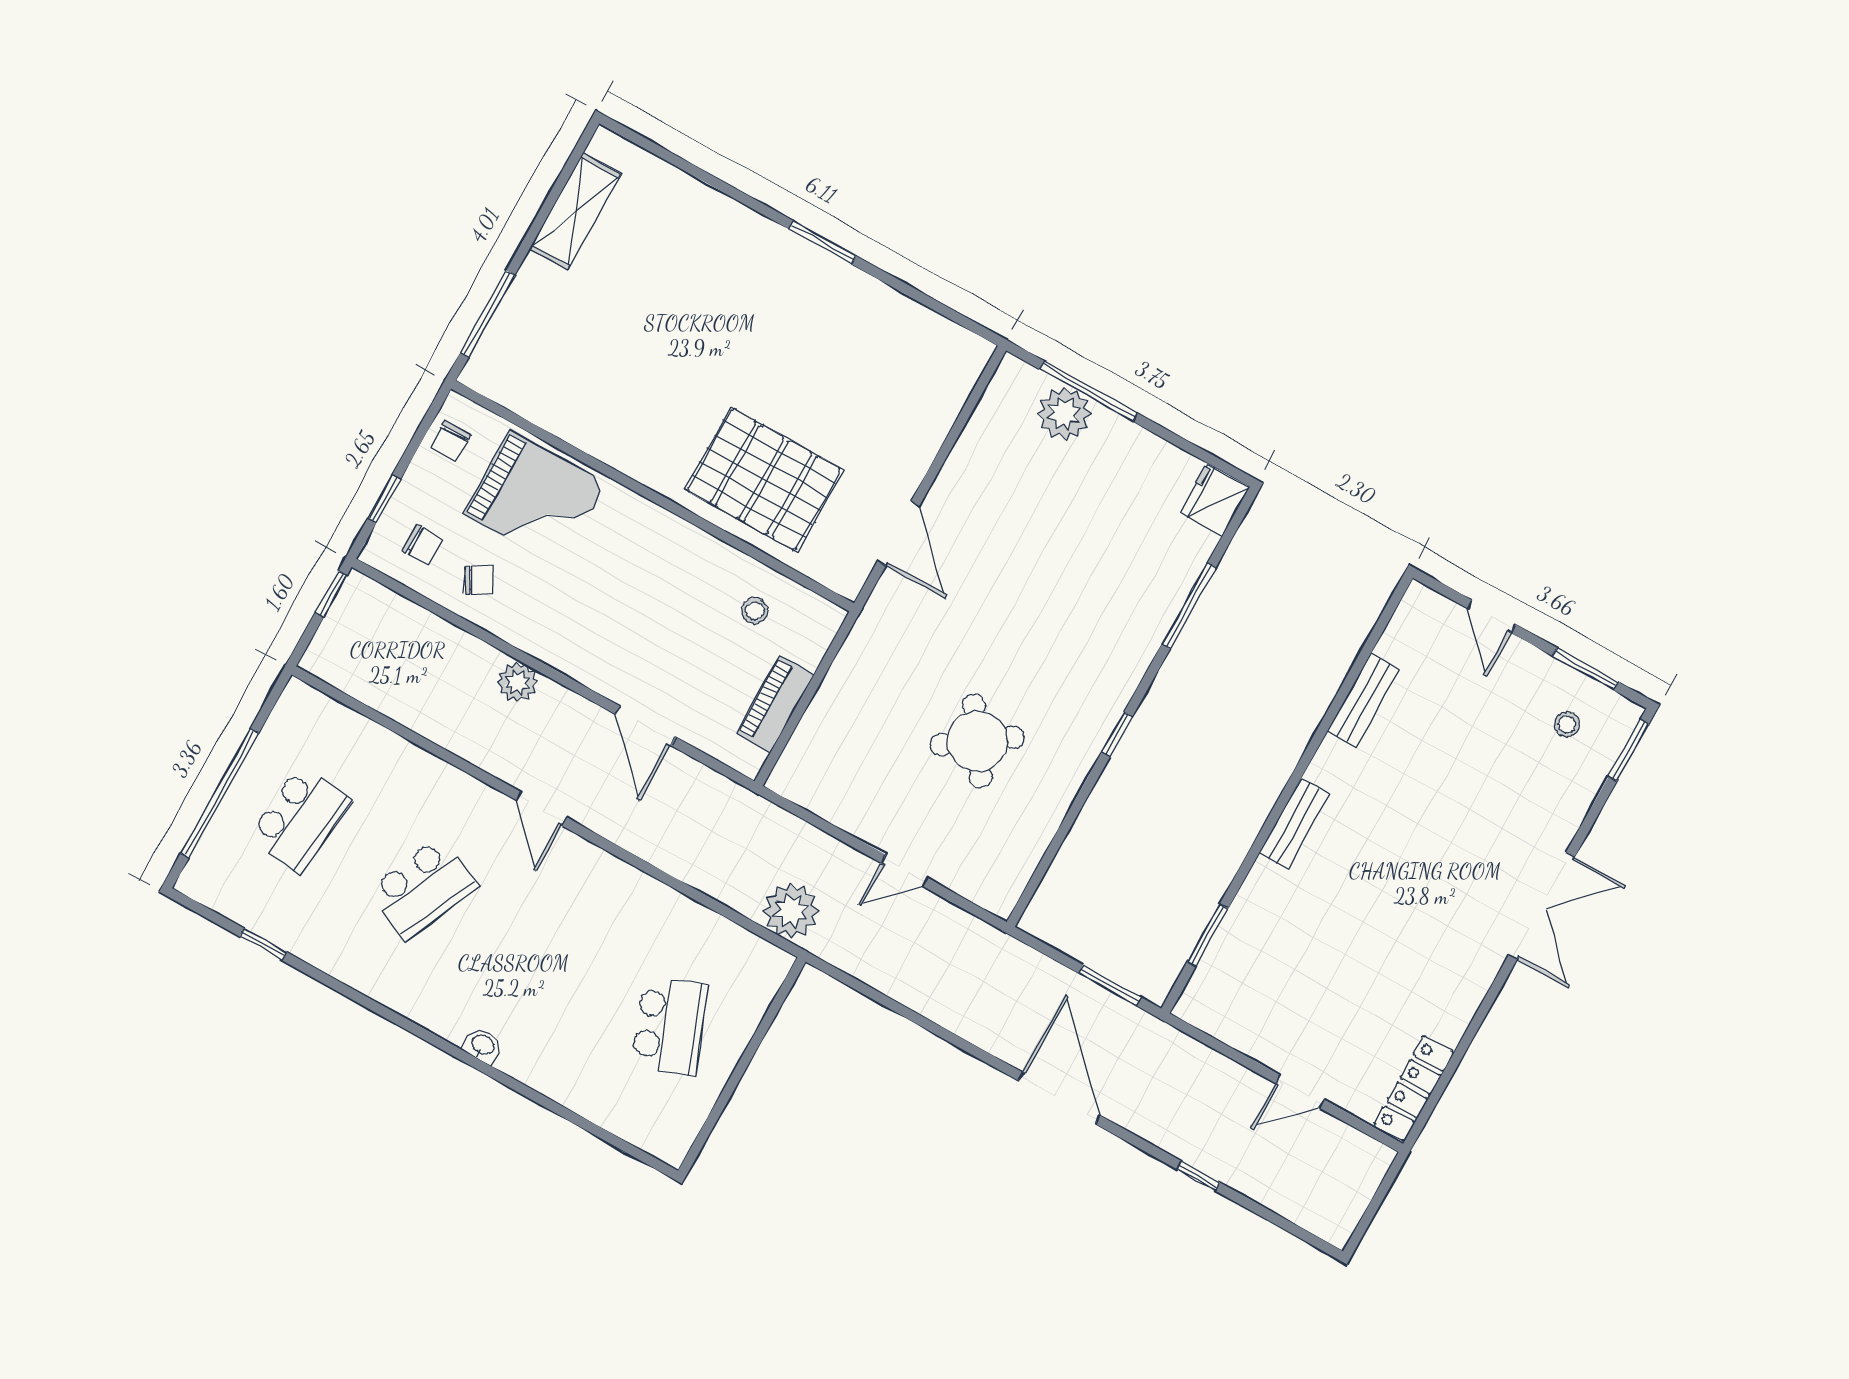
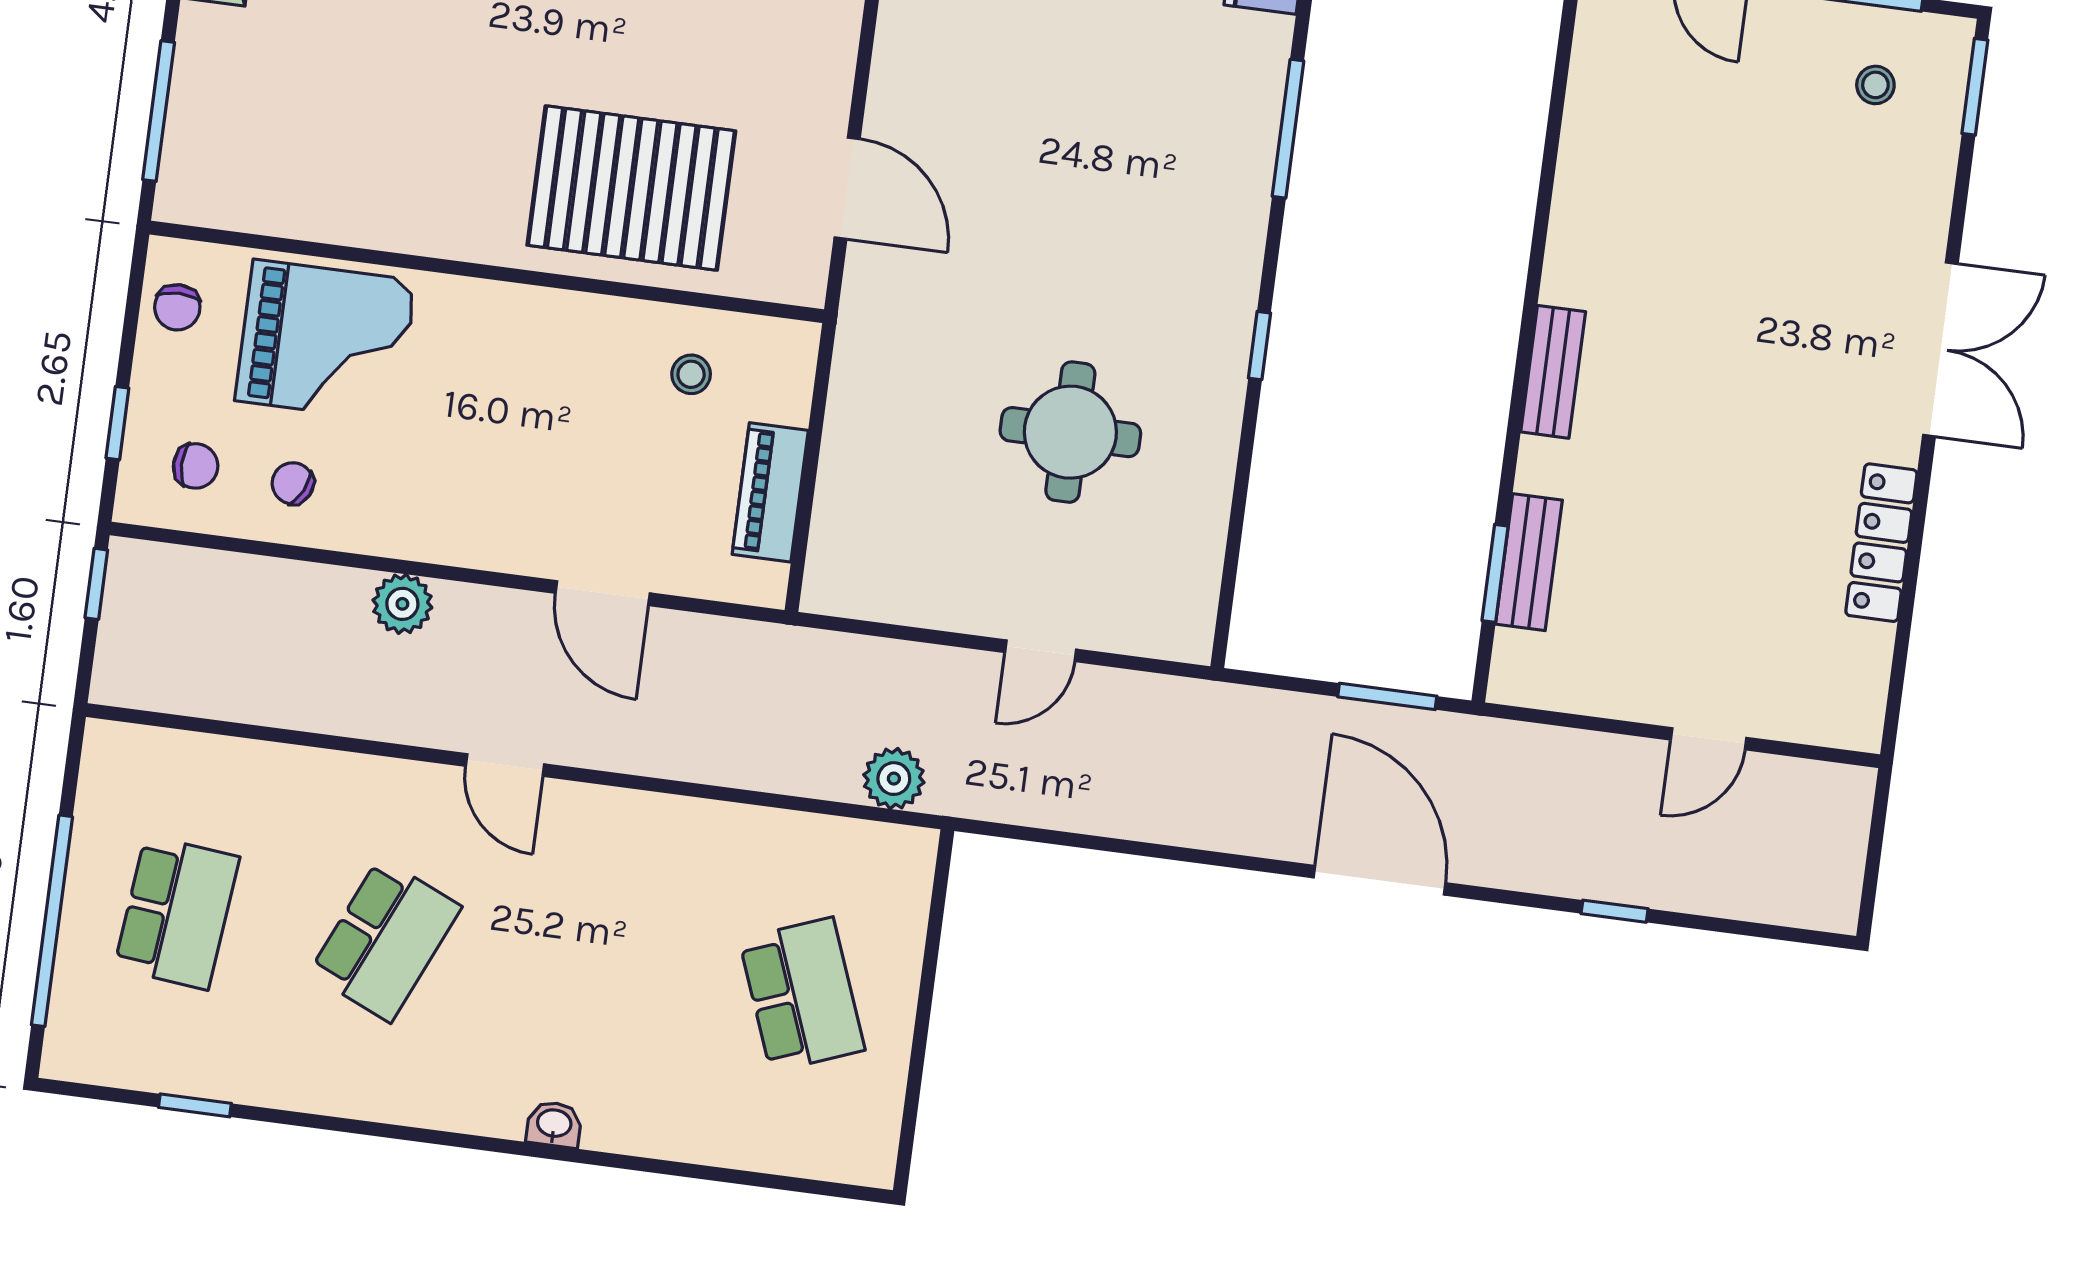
chair: (479, 580) -> (293, 483), turned -124
bench: (1364, 700) -> (1529, 562), moved
round table: (977, 741) -> (1070, 432), turned 35
plant: (791, 911) -> (894, 779), width x0.73, depth x0.73
locker: (1414, 1088) -> (1881, 543), moved

